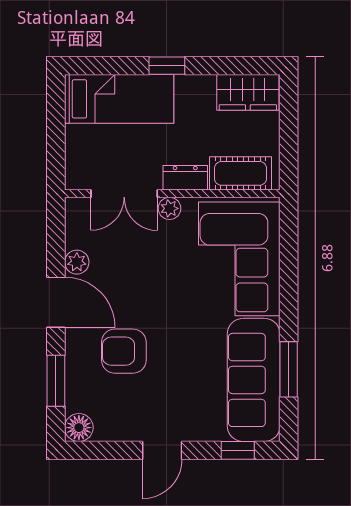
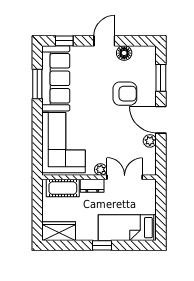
floor lamp: (79, 428) -> (124, 53), moved

